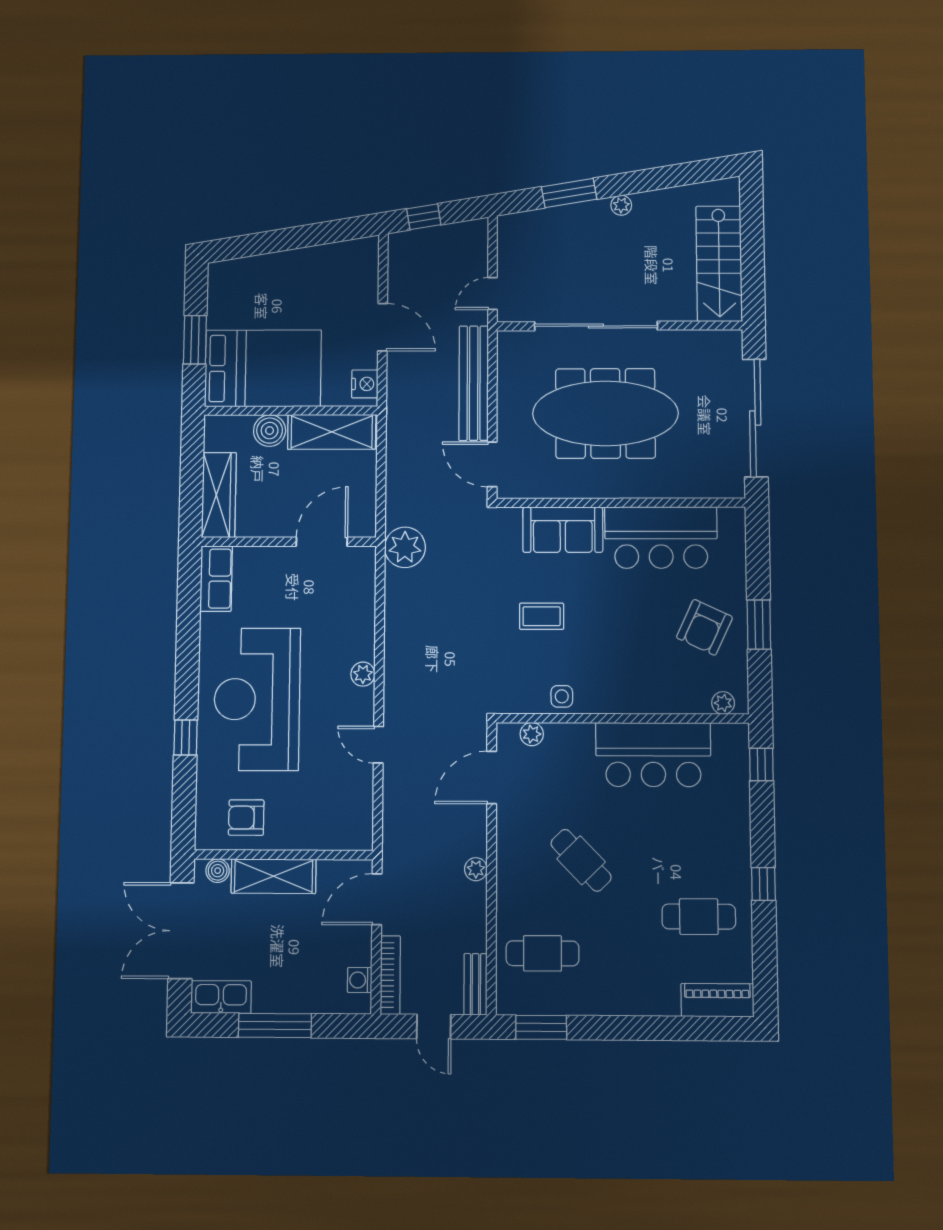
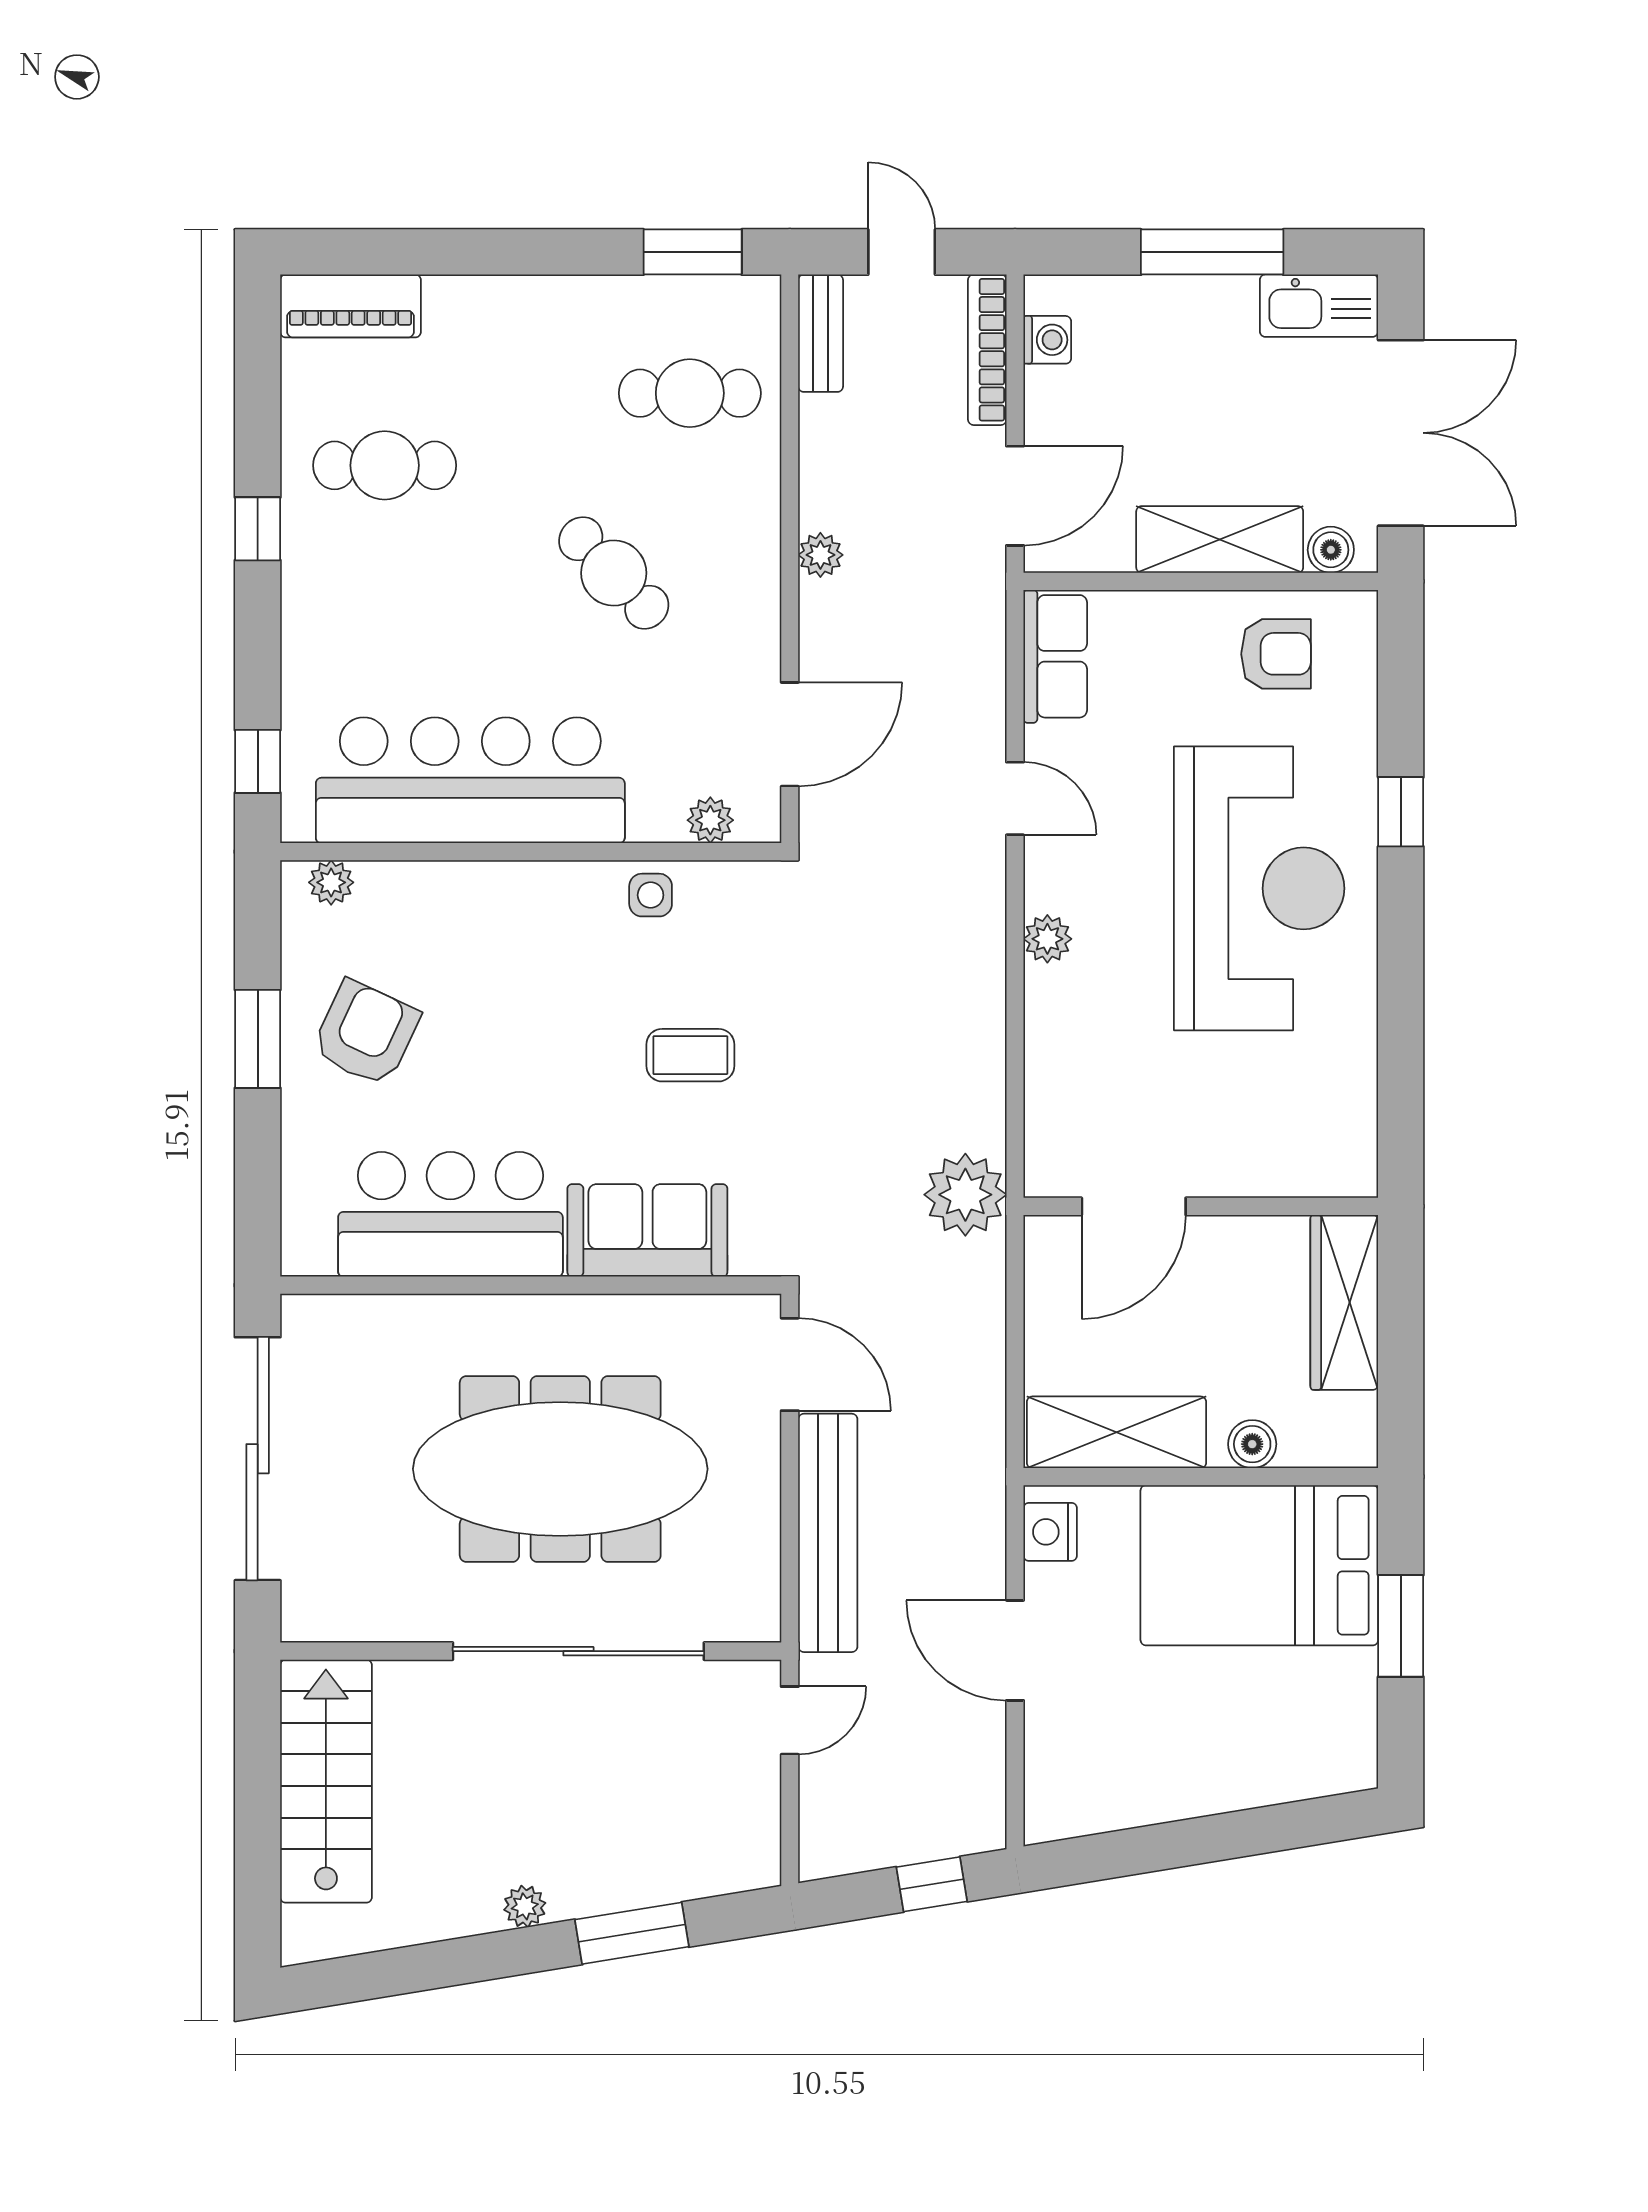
boiler: (270, 431) -> (1252, 1444), width x0.73, depth x0.73
row of seats: (216, 579) -> (1055, 656), moved, turned 180
bar counter: (653, 755) -> (470, 780), width x1.36

